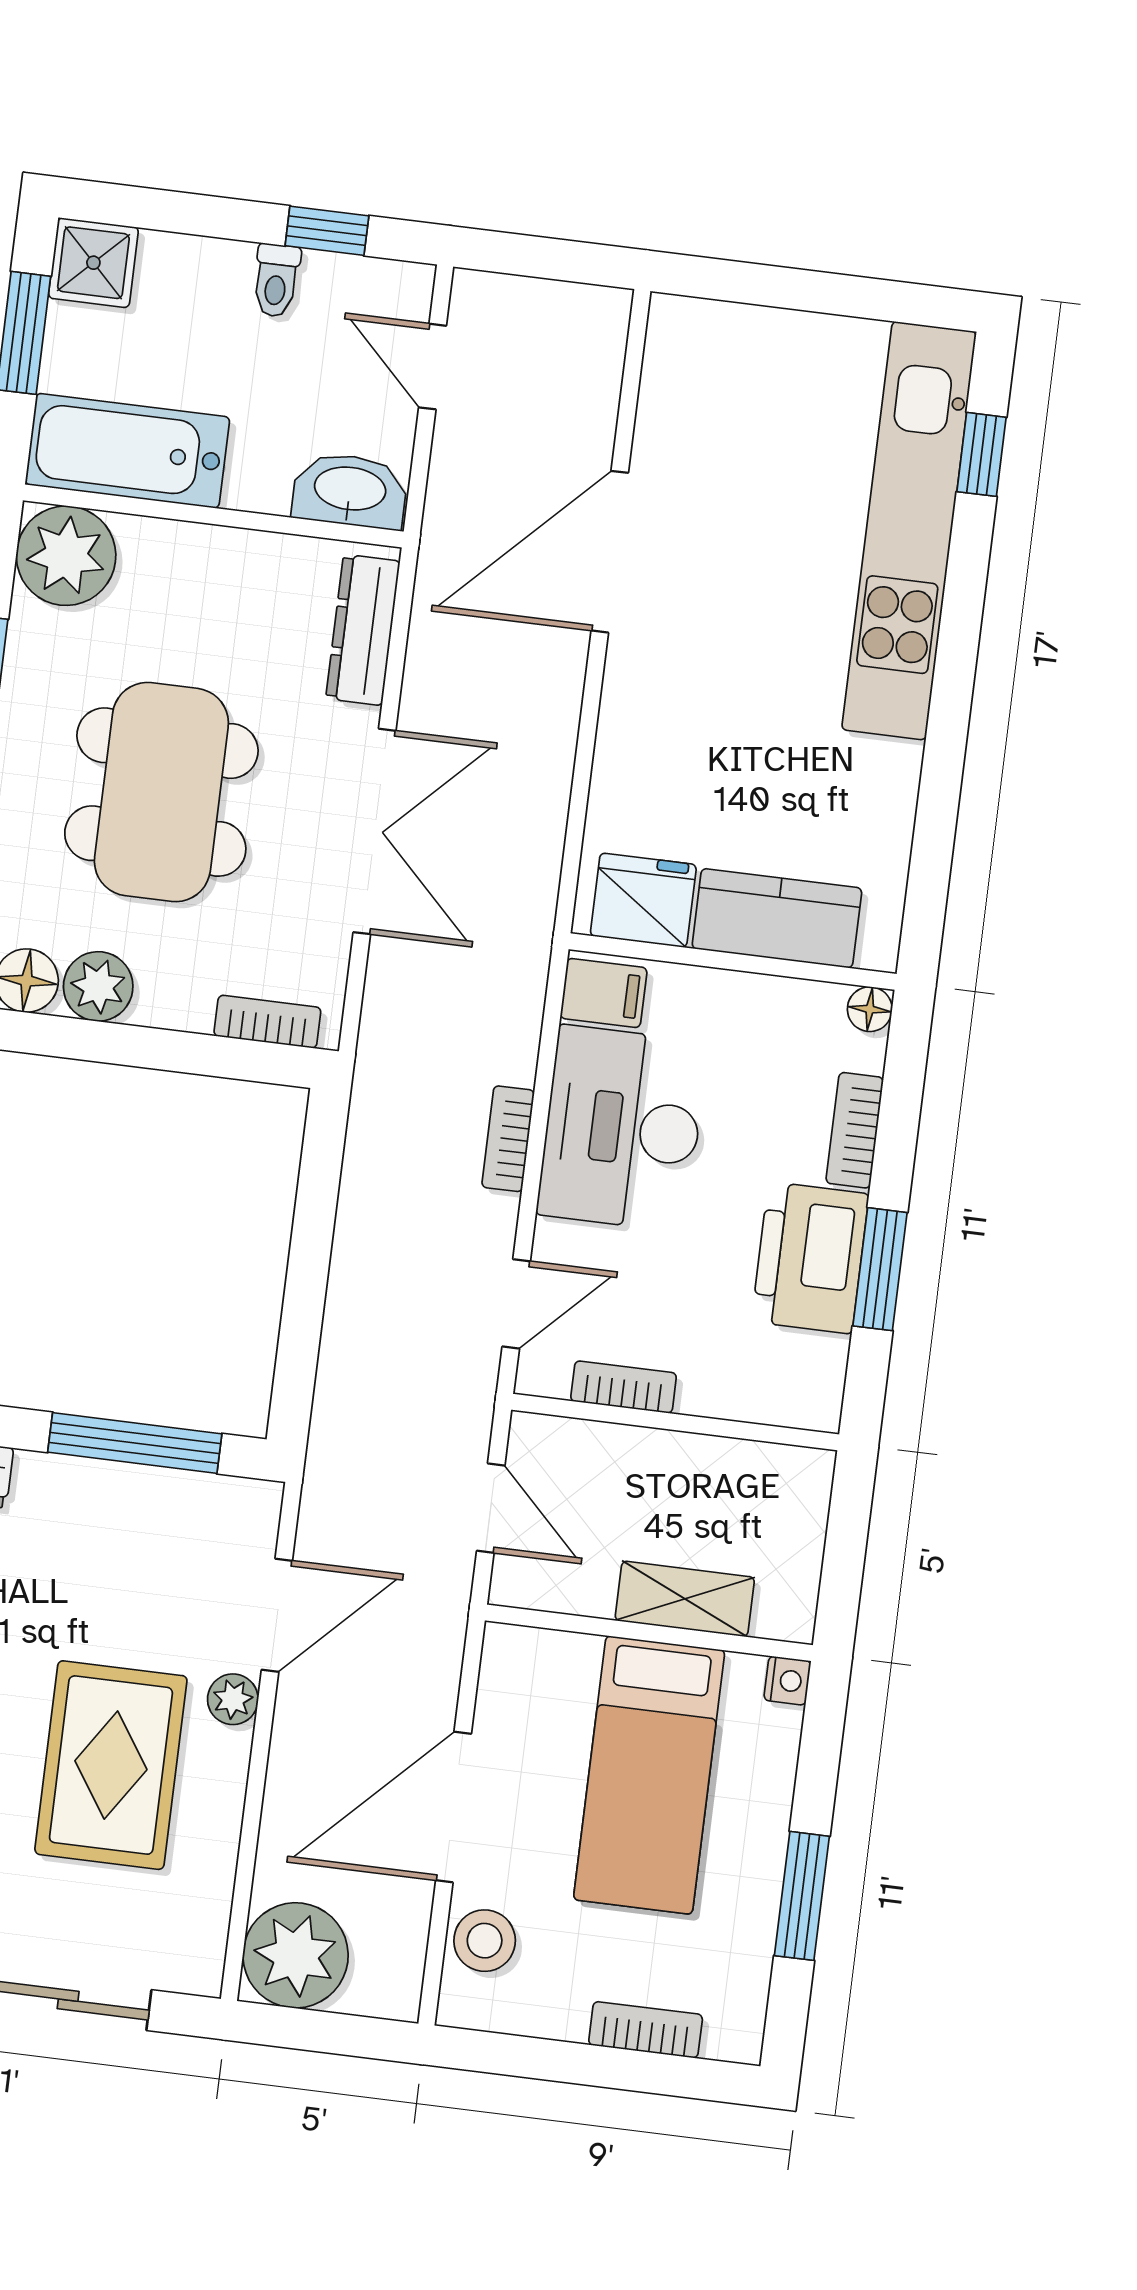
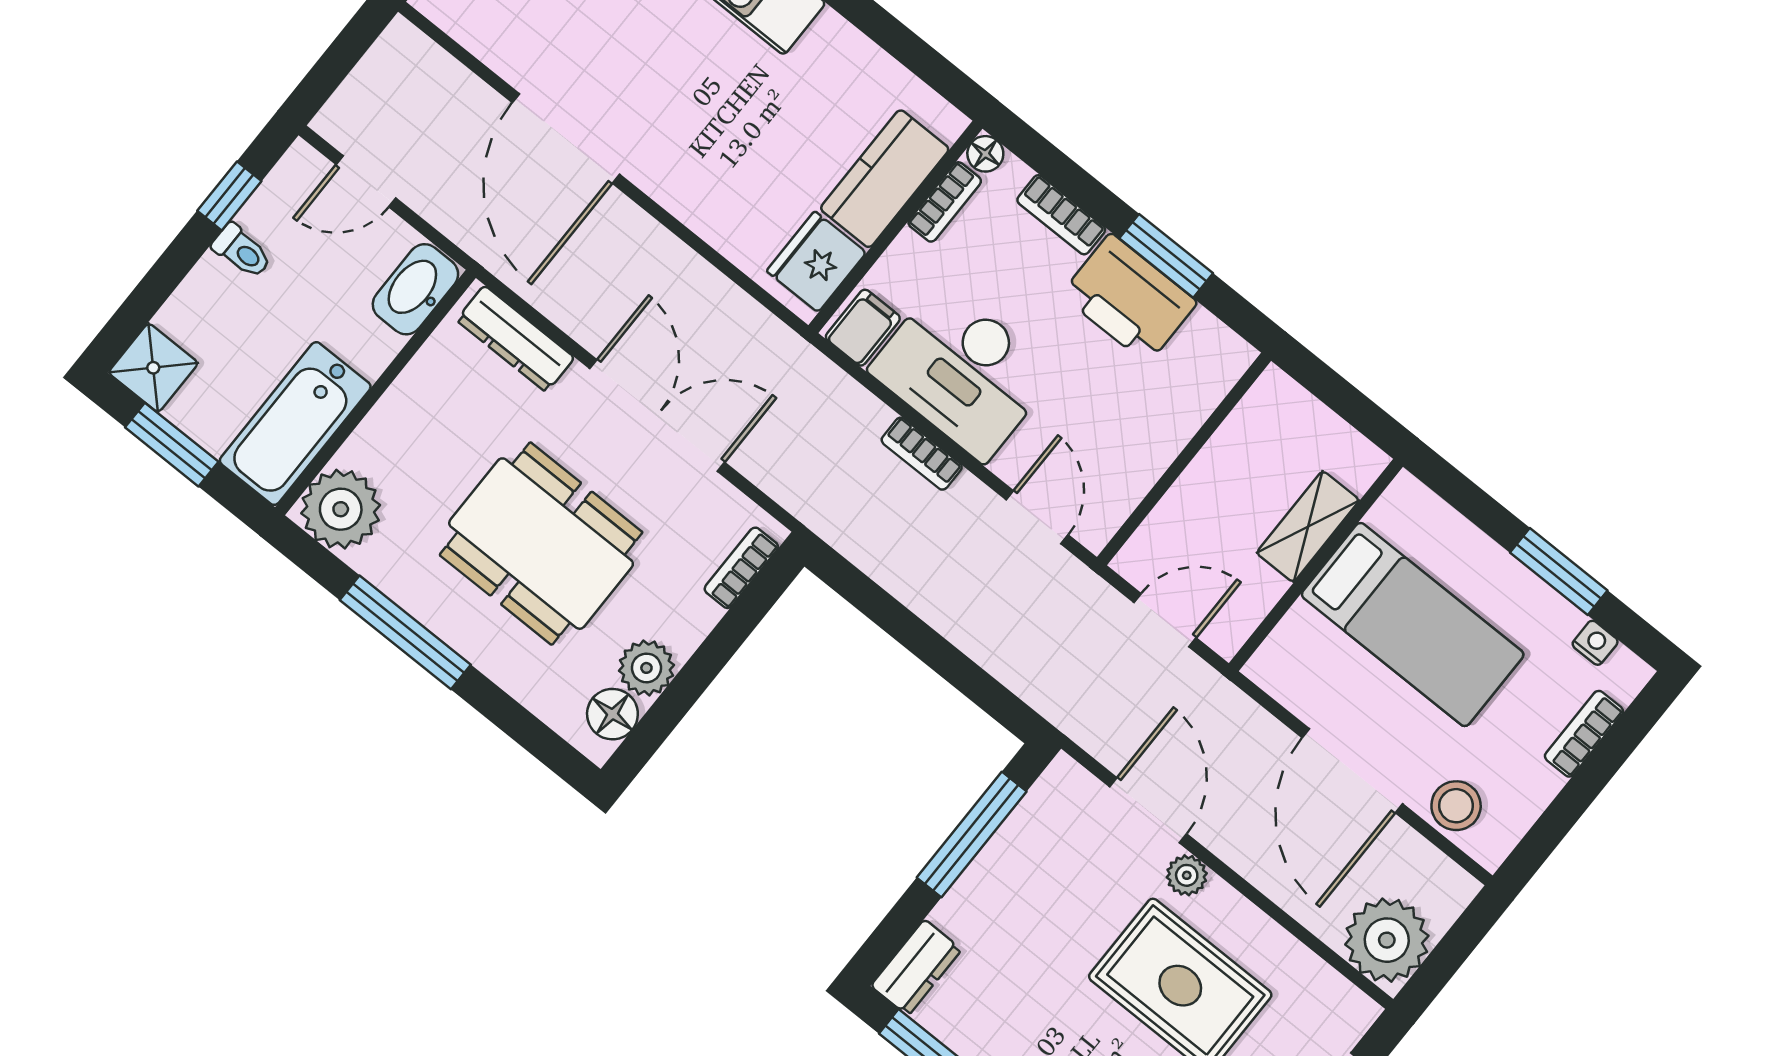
bookcase: (624, 1387) -> (945, 202), moved, turned 180
nightstand: (787, 1681) -> (1595, 643), moved

